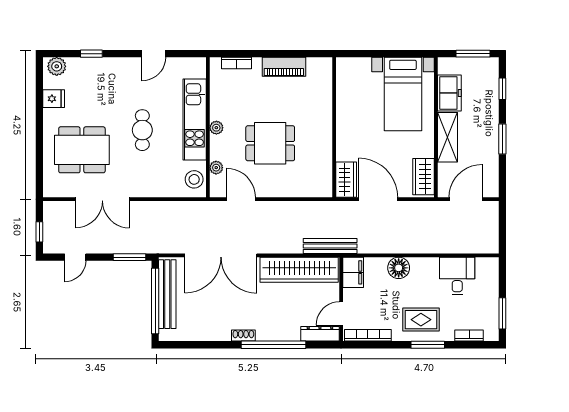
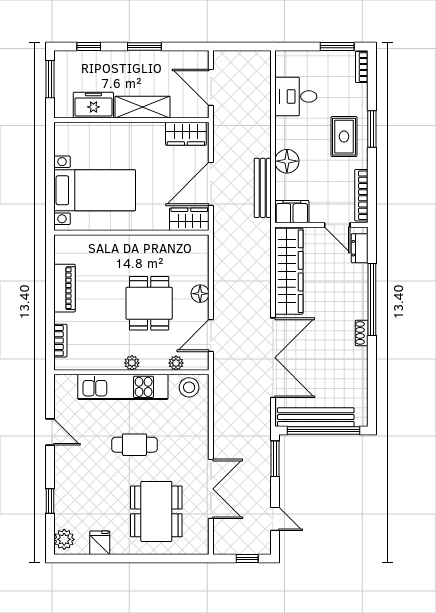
bed with nightstands: (403, 94) -> (95, 190), moved
floor lamp: (279, 189) -> (200, 294), added
bench: (330, 246) -> (263, 188), moved
dresser: (320, 334) -> (360, 248), width x0.70
bookcase: (469, 336) -> (362, 67), moved

